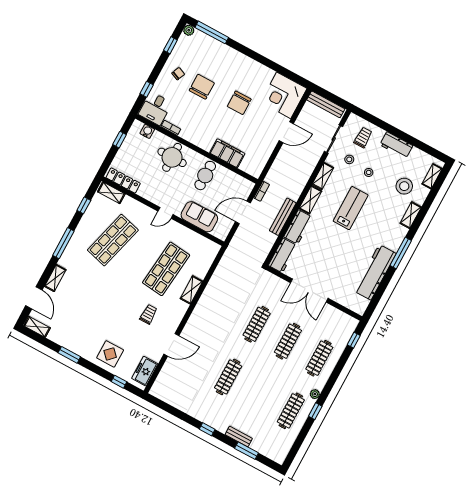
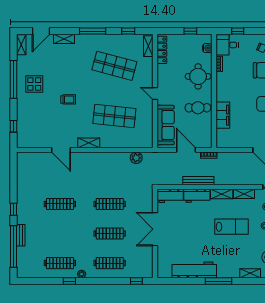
sofa: (199, 217) -> (166, 125), width x1.36
plant: (223, 270) -> (136, 158), added
shelving: (191, 290) -> (89, 143), moved
trolley: (148, 314) -> (68, 99), moved
display table: (110, 354) -> (34, 84), moved
window: (69, 355) -> (14, 79), width x2.11
freezer: (145, 371) -> (31, 141), removed
window: (247, 451) -> (14, 247), width x2.11

